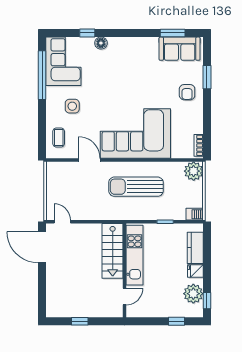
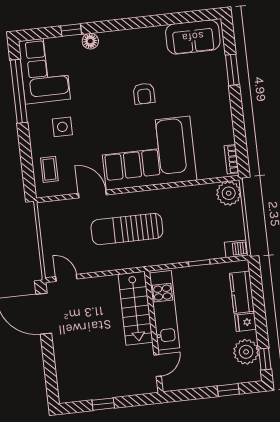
window: (173, 33) -> (181, 18), removed
armchair: (187, 92) -> (144, 94), moved
sun lounger: (136, 187) -> (127, 229), moved

